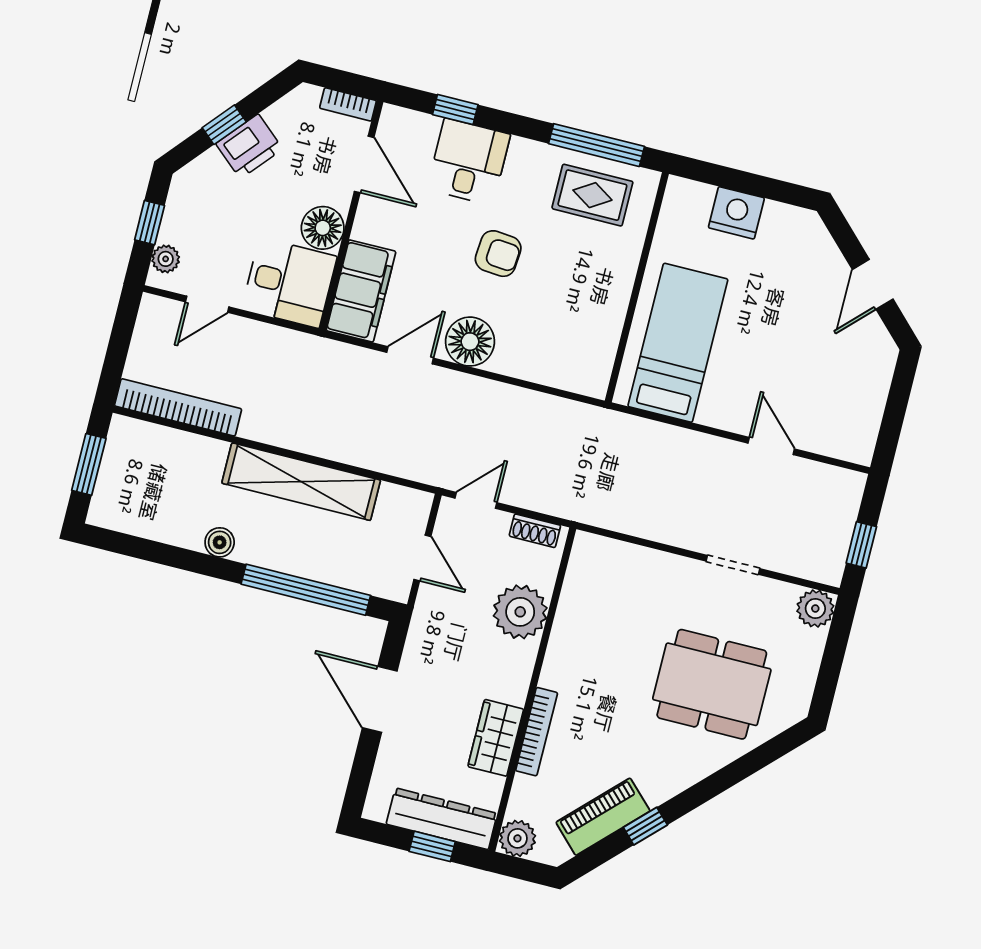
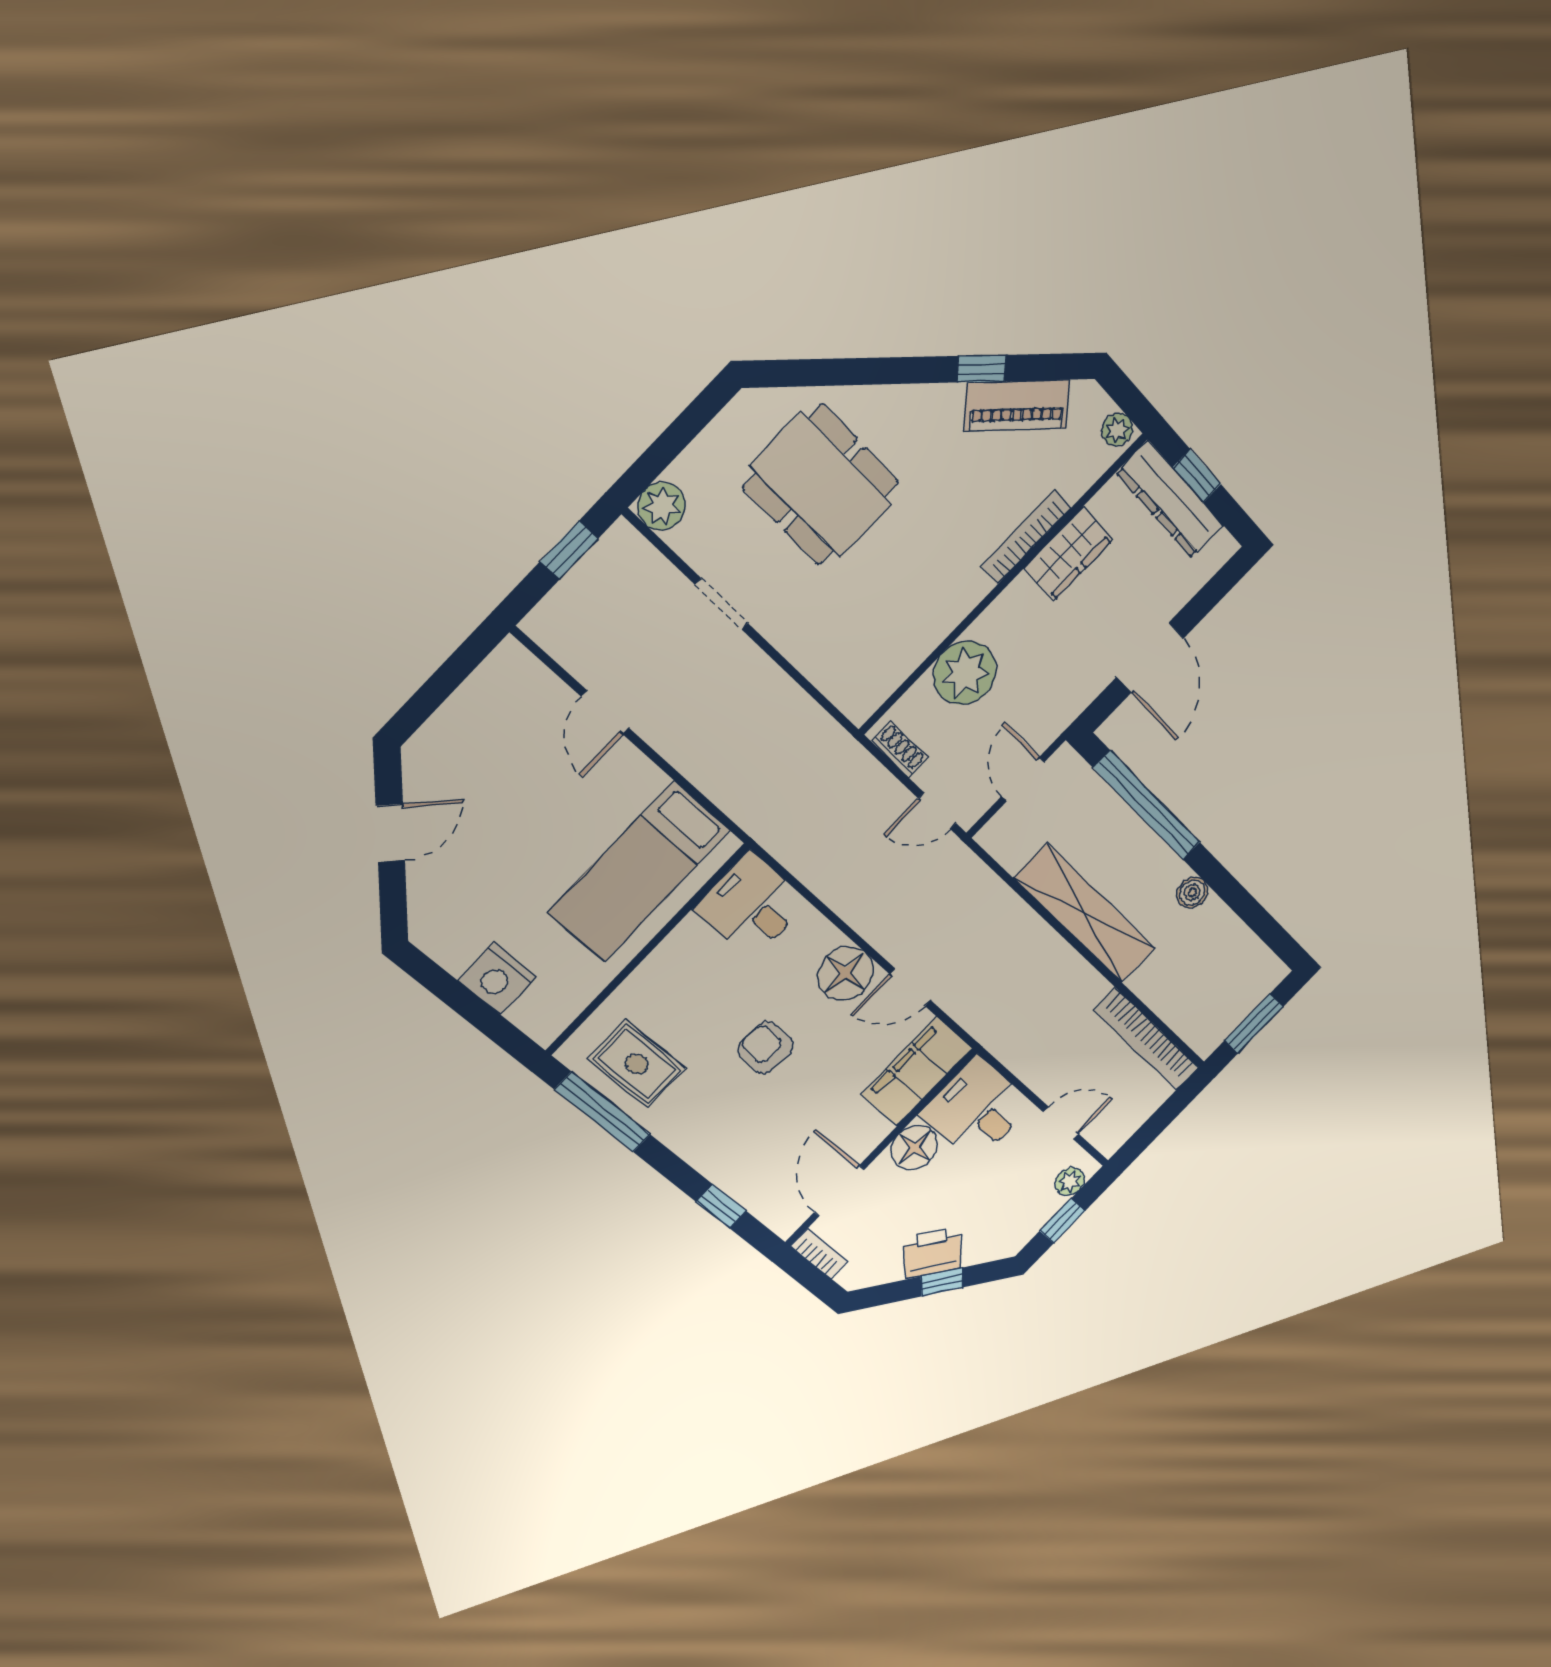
desk: (469, 162) -> (751, 906), moved, turned 90
plant: (517, 838) -> (1117, 430), width x0.73, depth x0.73

